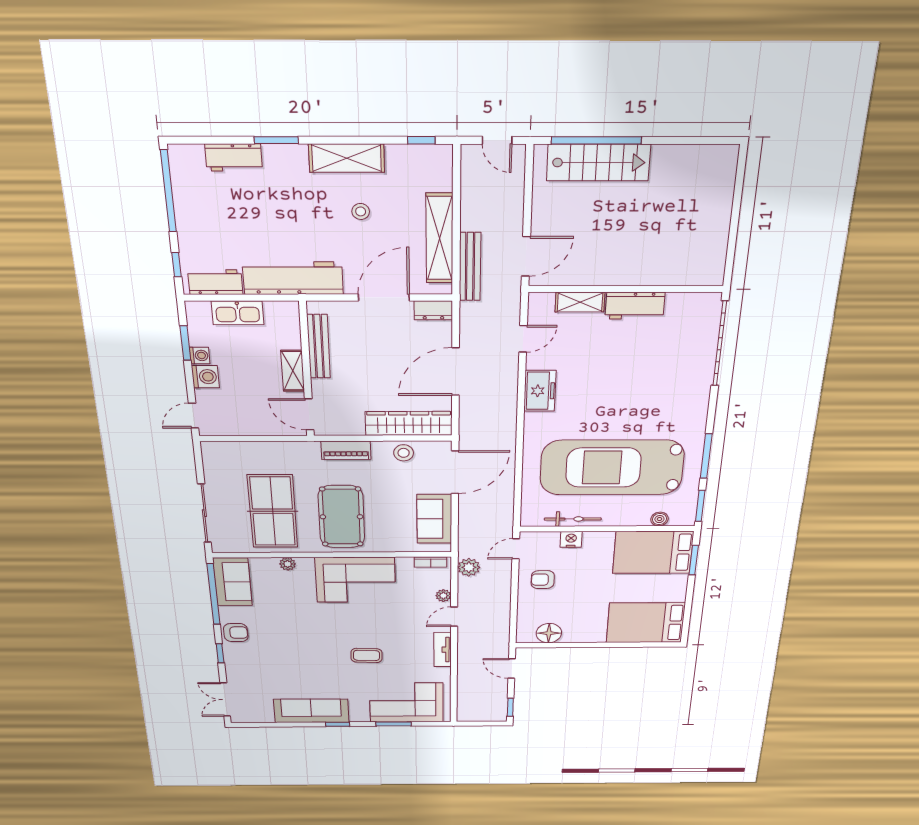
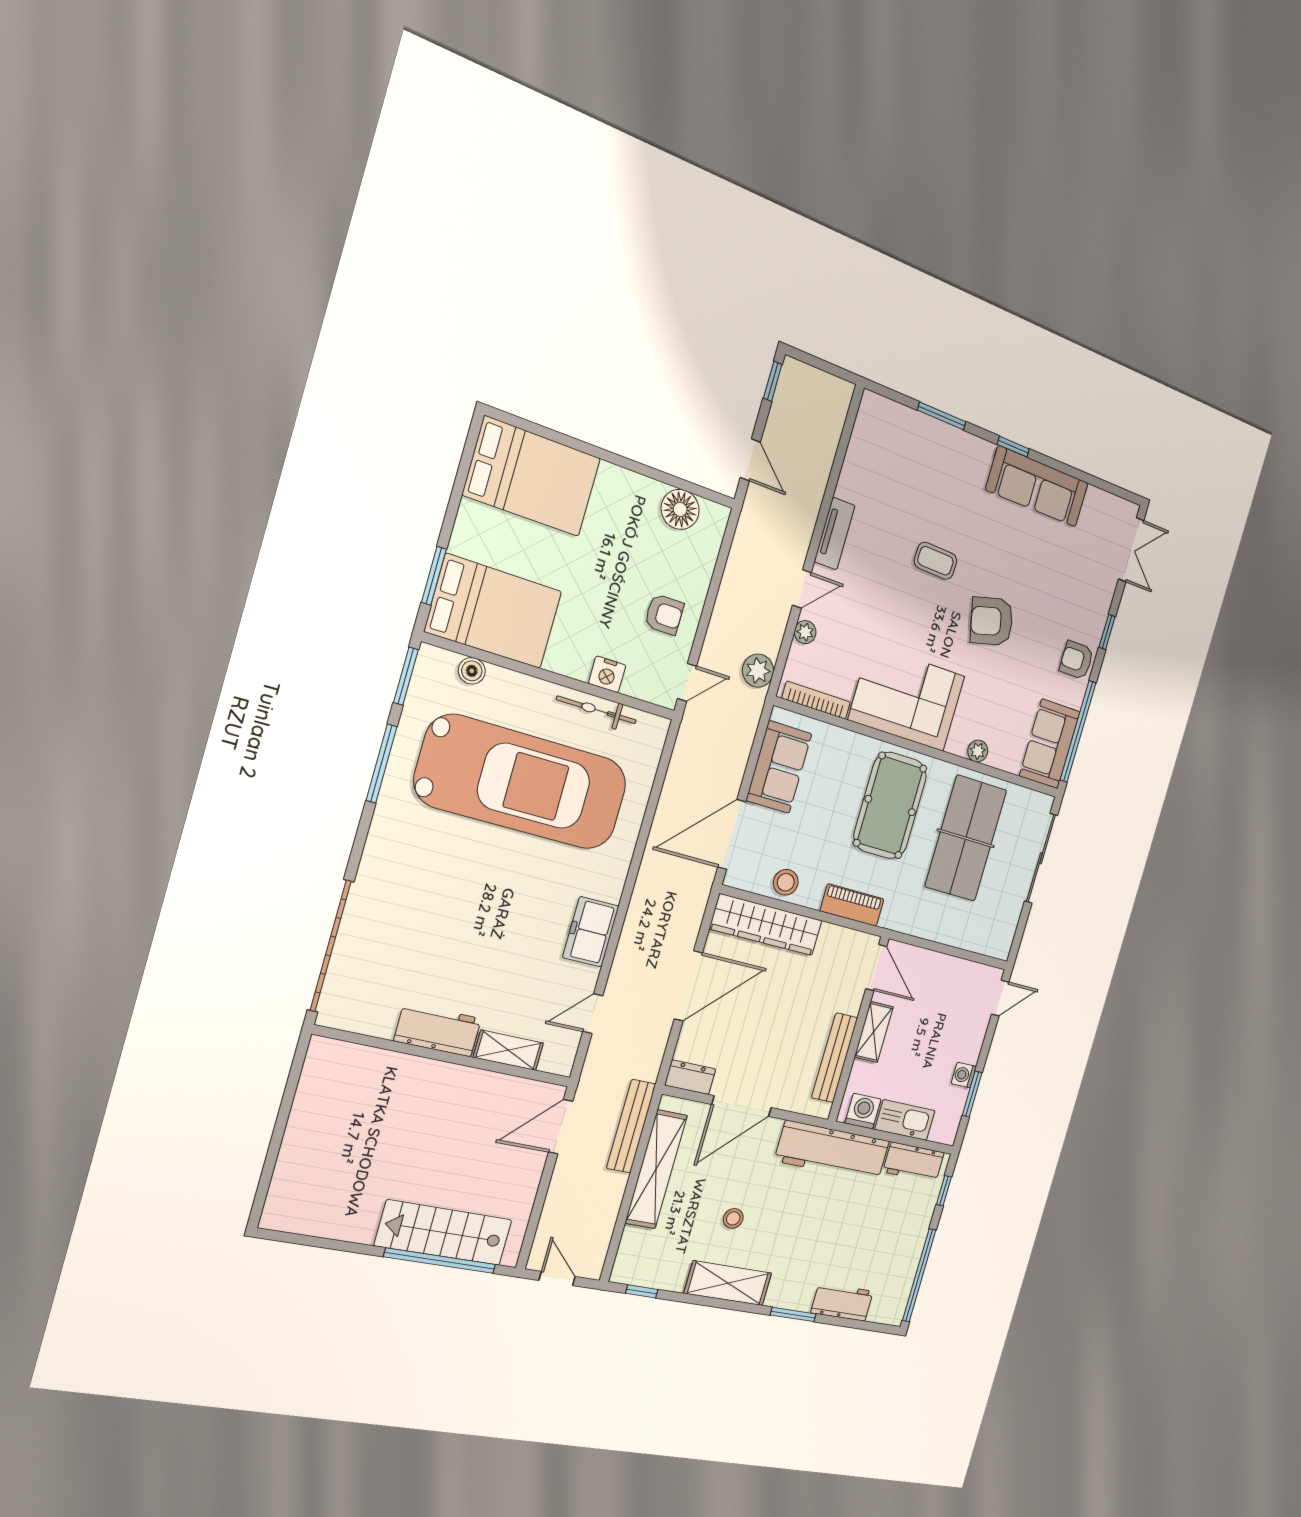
washing machine: (205, 377) -> (863, 1111), moved, turned 90
bookcase: (431, 562) -> (816, 700), width x1.56
armchair: (311, 636) -> (992, 621), added
corner sofa: (406, 703) -> (912, 451), removed

